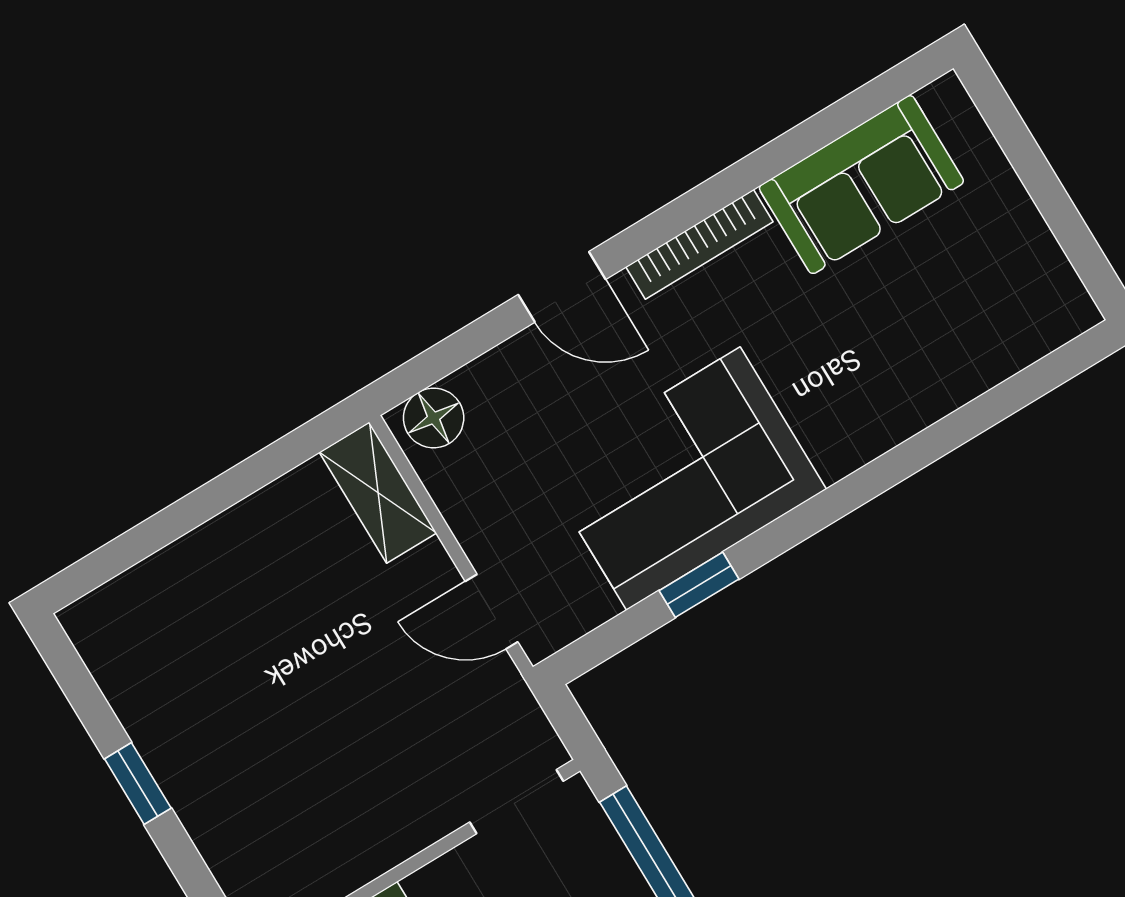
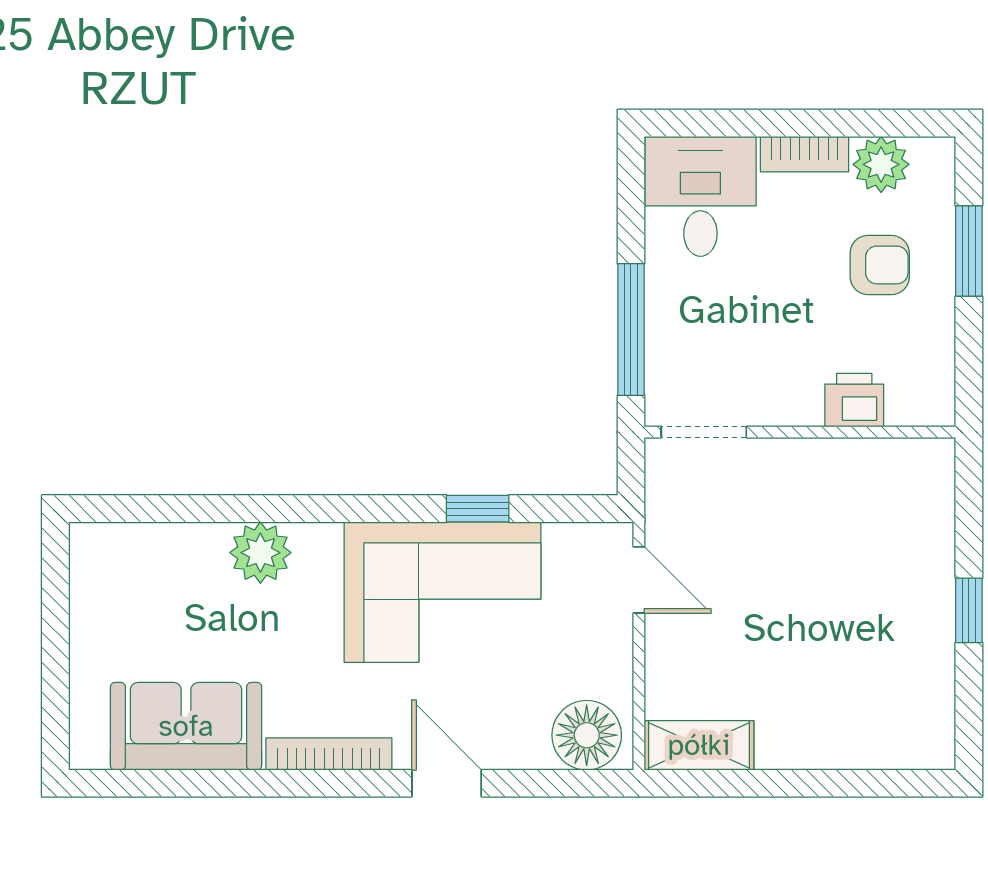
plant: (893, 407) -> (260, 553), added
floor lamp: (434, 418) -> (587, 735), width x1.38, depth x1.38
shelving: (378, 493) -> (699, 745), moved, turned 90

